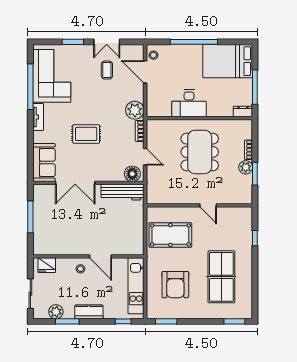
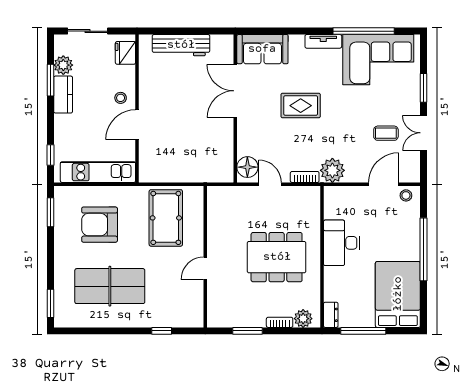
rug: (86, 134) -> (301, 106), turned 90
door: (145, 157) -> (270, 184), swing flipped
plant: (246, 167) -> (303, 319), moved
workbench: (123, 192) -> (181, 45), moved, turned -90
window: (30, 217) -> (190, 31), removed
kitchen counter: (89, 312) -> (63, 95), moved

